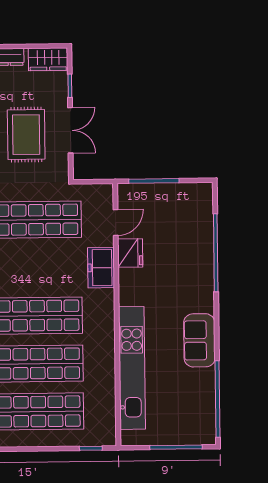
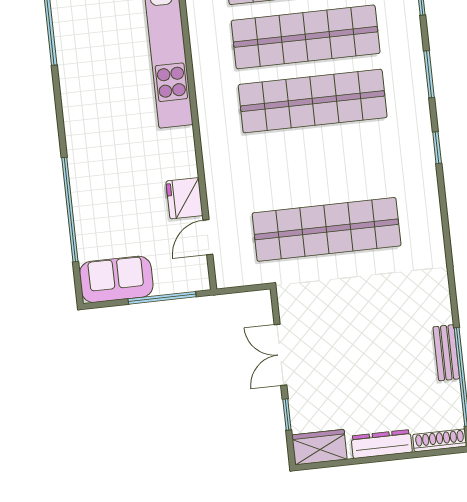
rug: (26, 135) -> (339, 343), removed
freezer: (101, 268) -> (221, 175), removed
sofa: (199, 340) -> (116, 279), moved, turned -90

